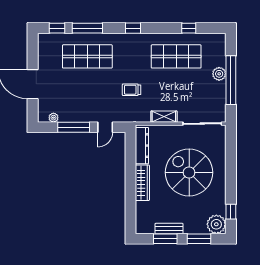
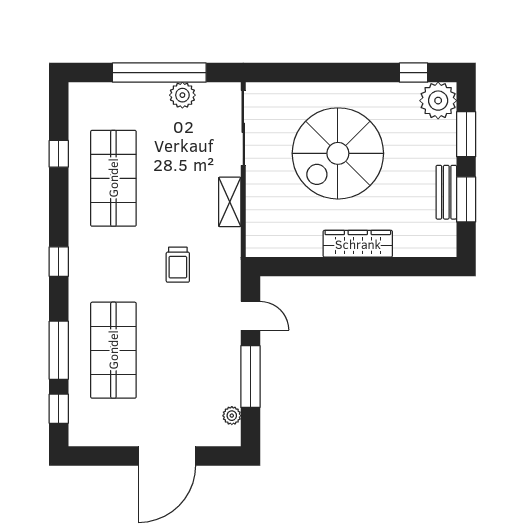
plant: (219, 74) -> (182, 95), moved
dresser: (142, 146) -> (286, 244), removed

